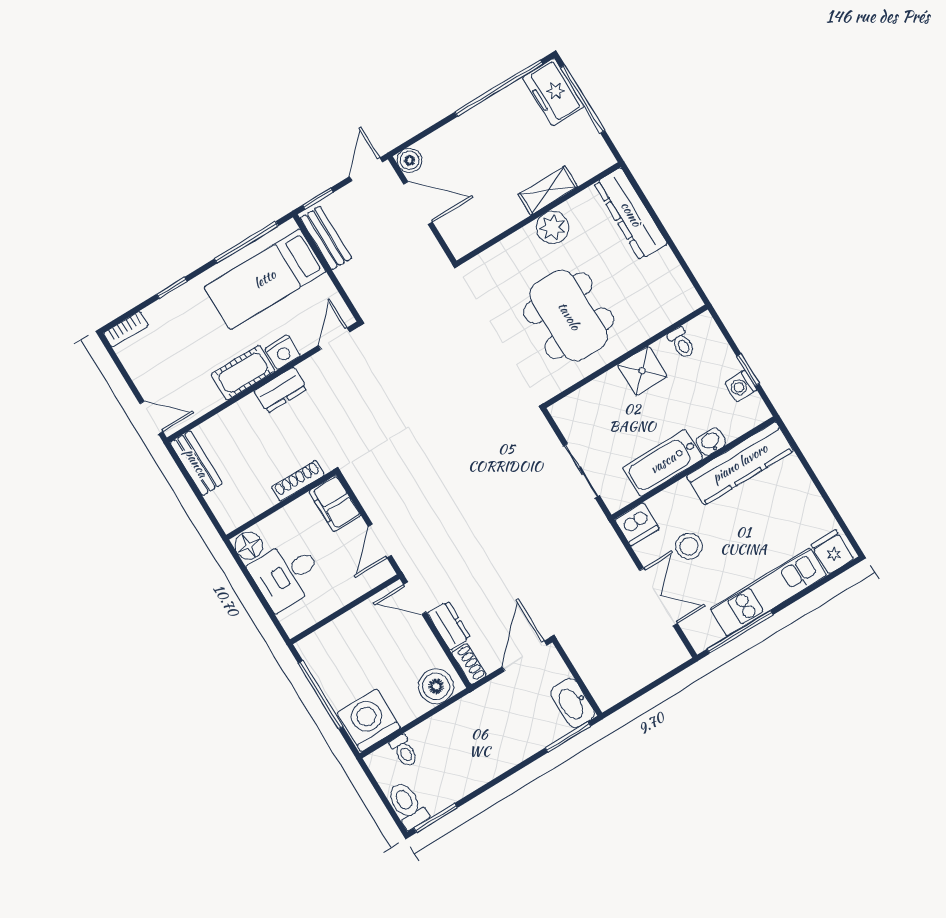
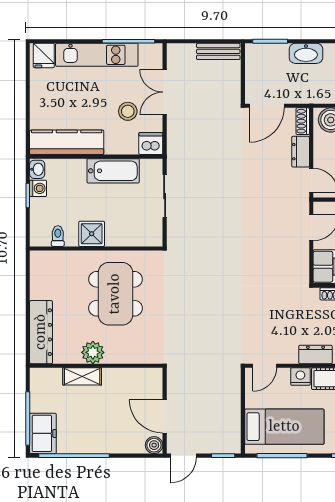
bench: (326, 238) -> (218, 51), moved, turned 90
washbasin: (711, 442) -> (37, 169), moved, turned -90
washbasin: (573, 703) -> (306, 53), moved, turned 90

